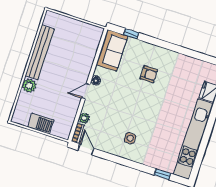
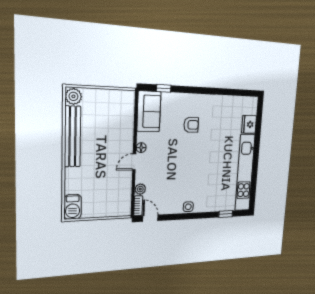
plant: (29, 86) -> (73, 96), moved
barbecue: (41, 124) -> (73, 207), moved, turned 90
side table: (130, 138) -> (188, 207), moved

